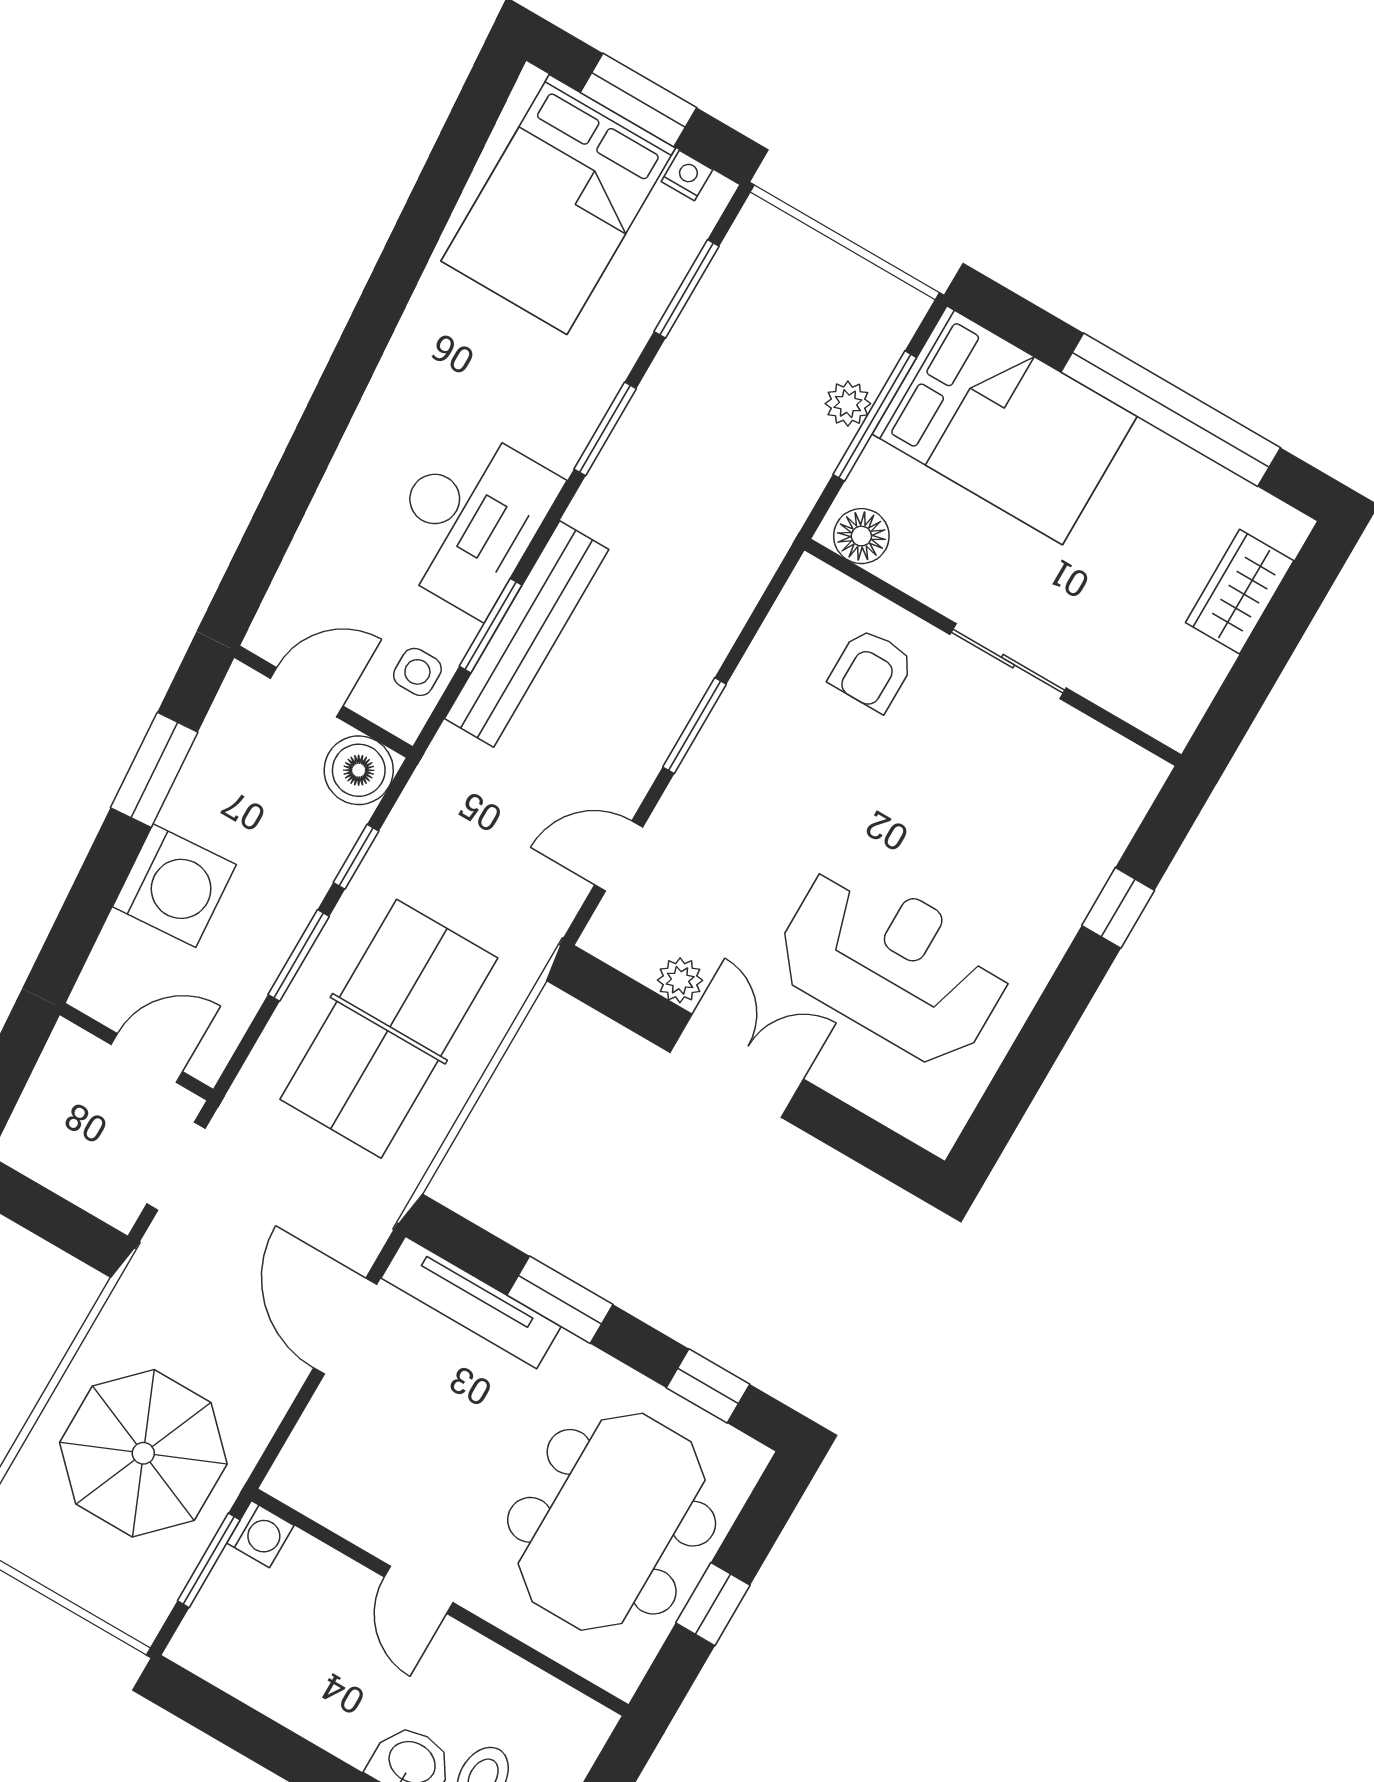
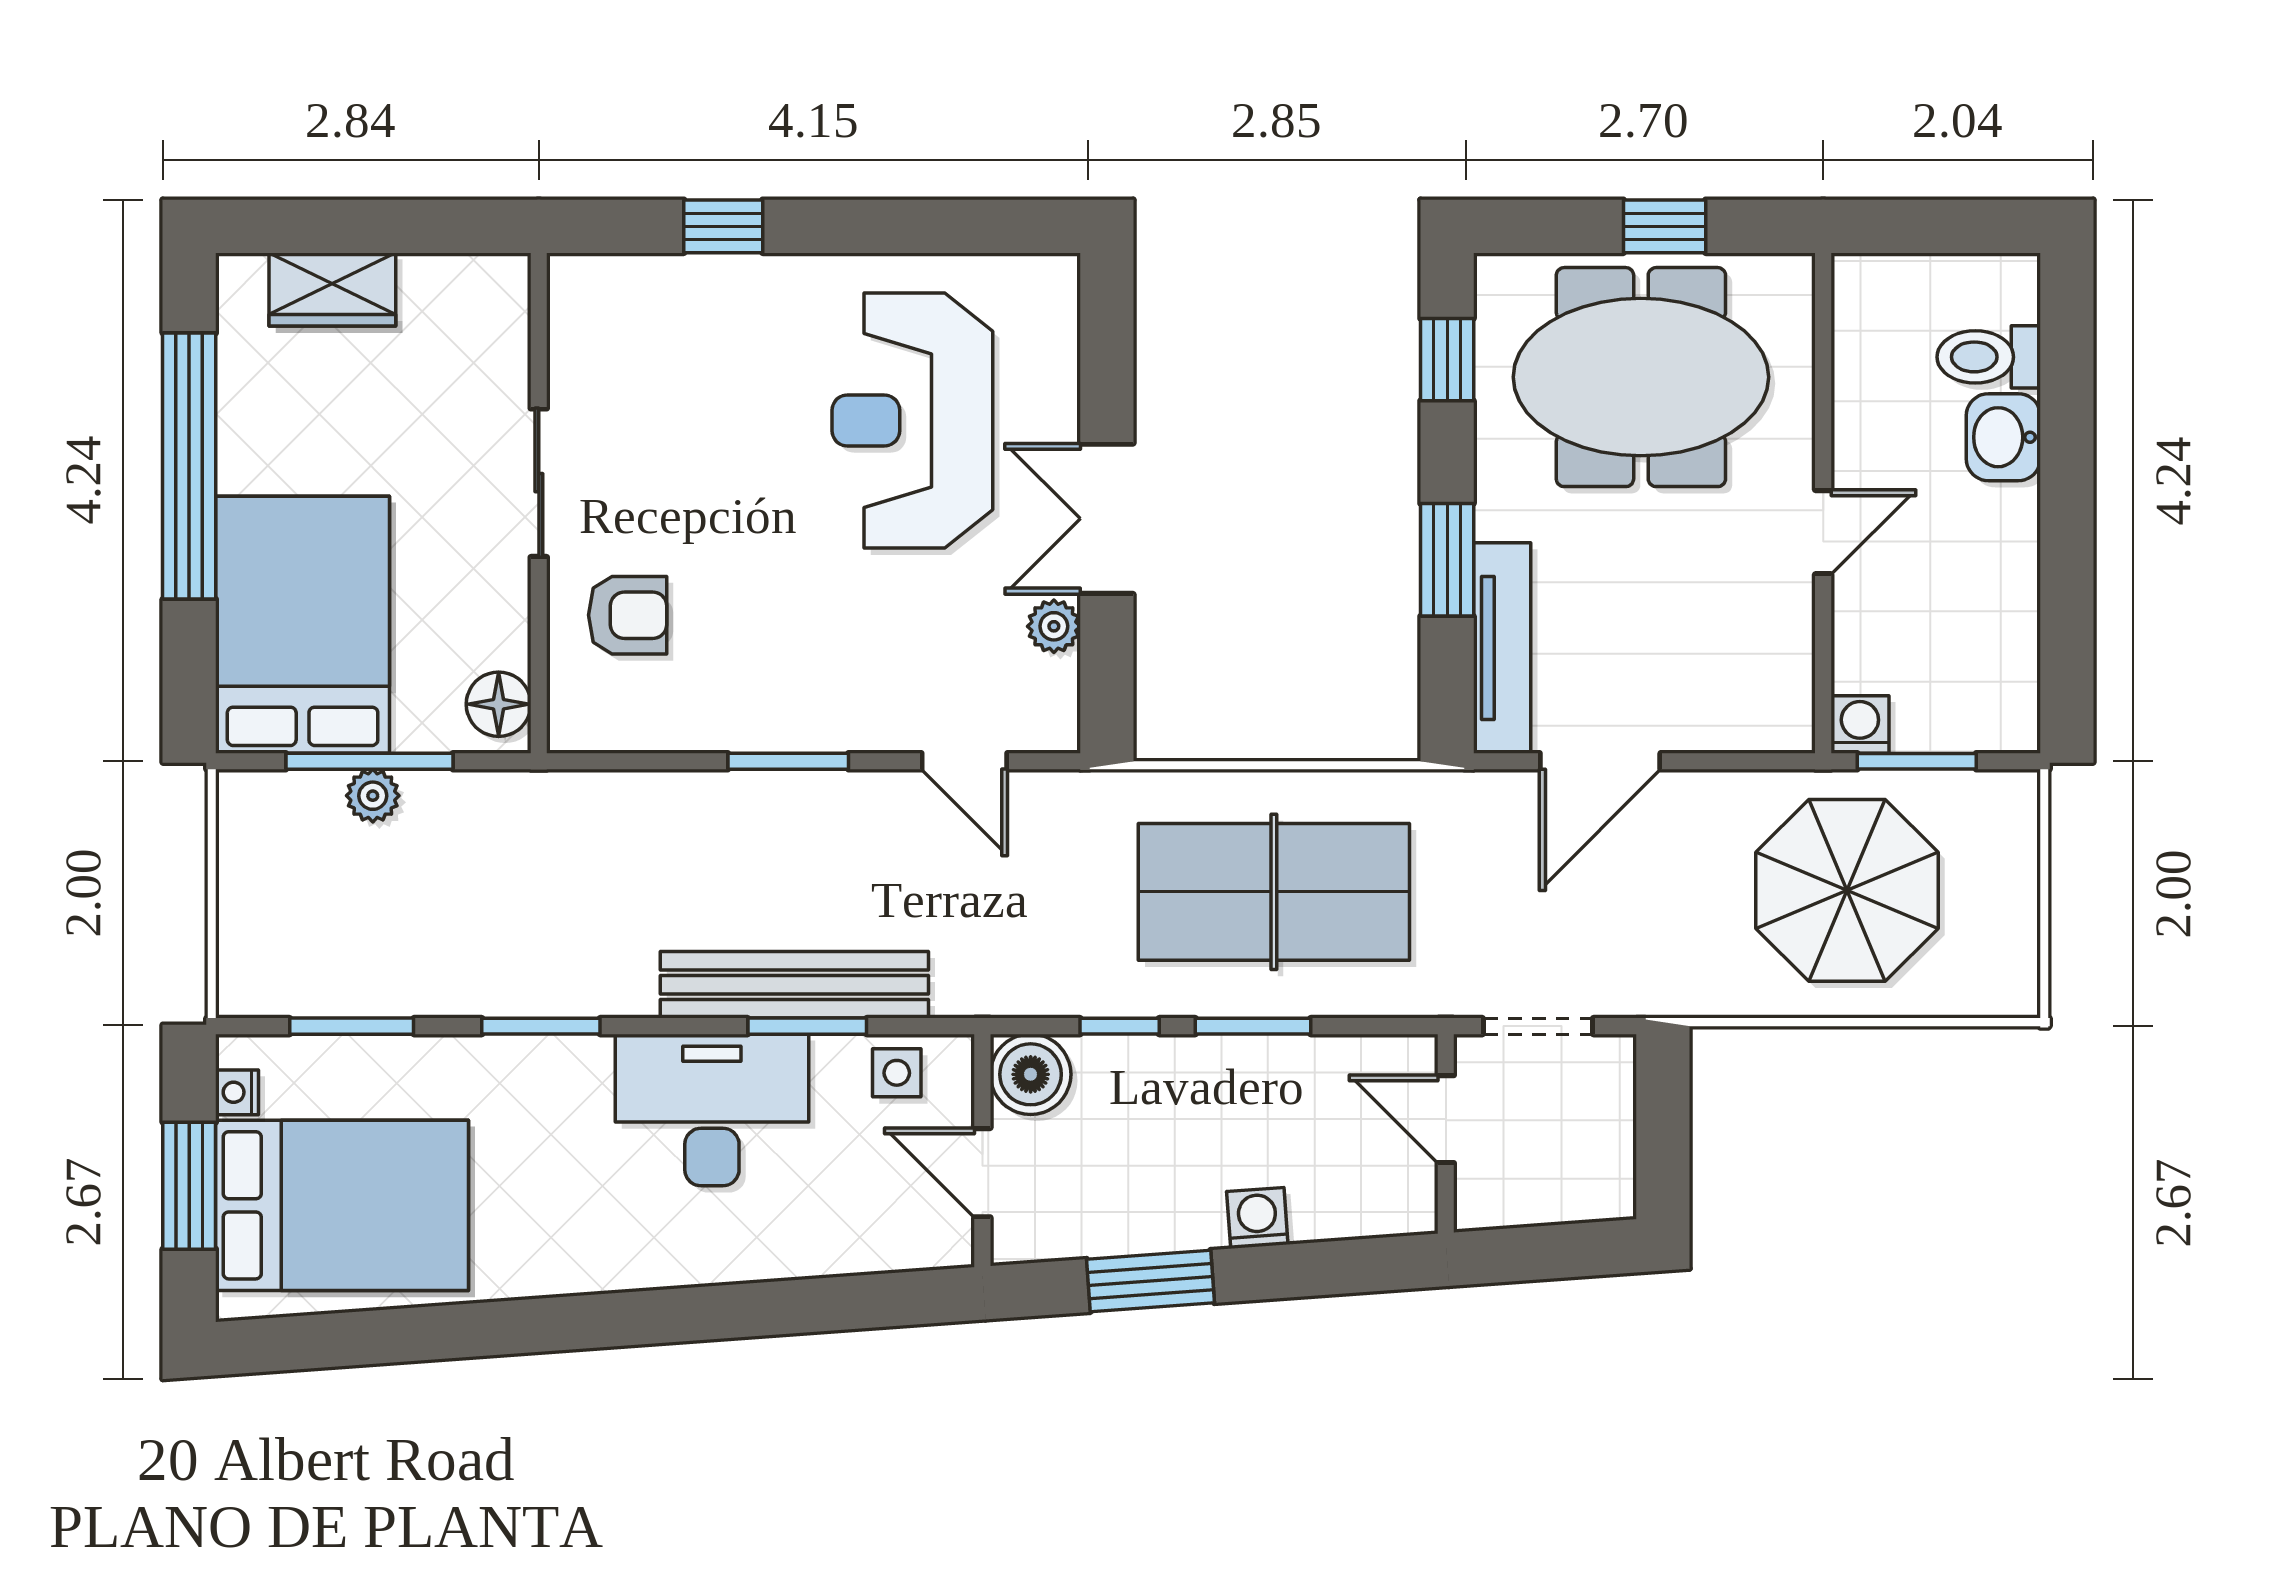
washing machine: (174, 886) -> (1257, 1218), width x0.53, depth x0.53

